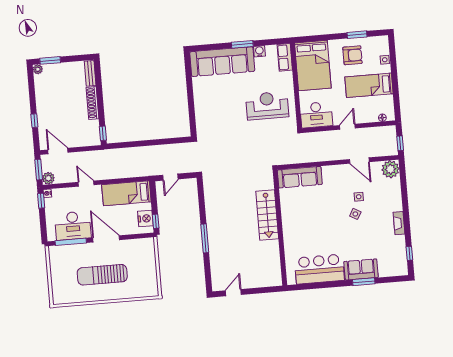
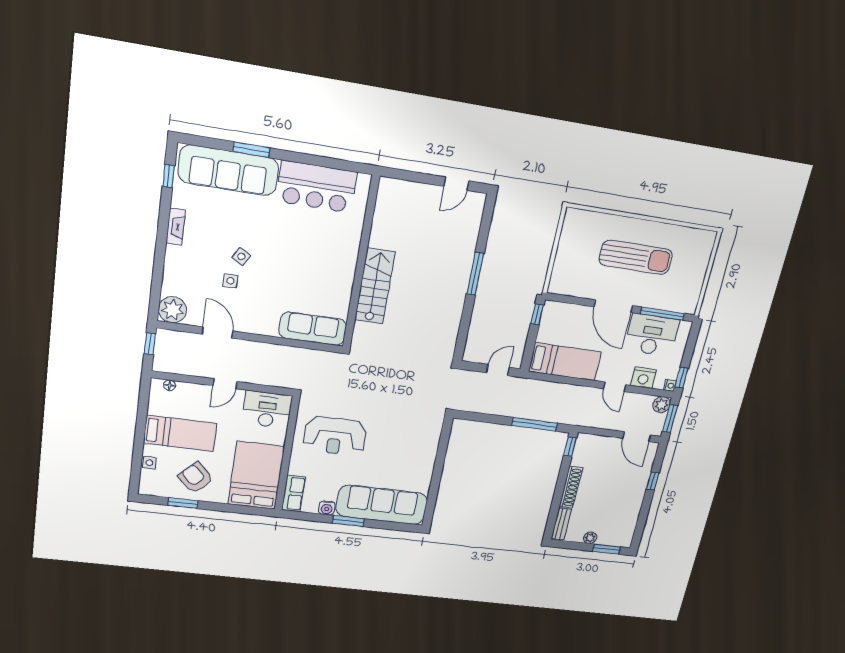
armchair: (352, 55) -> (196, 478), turned 45
plant: (38, 69) -> (590, 538), moved
window: (133, 144) -> (535, 424), added
nightstand: (145, 218) -> (643, 378), moved, turned -90
sofa: (361, 269) -> (228, 170), width x1.85, depth x1.27

